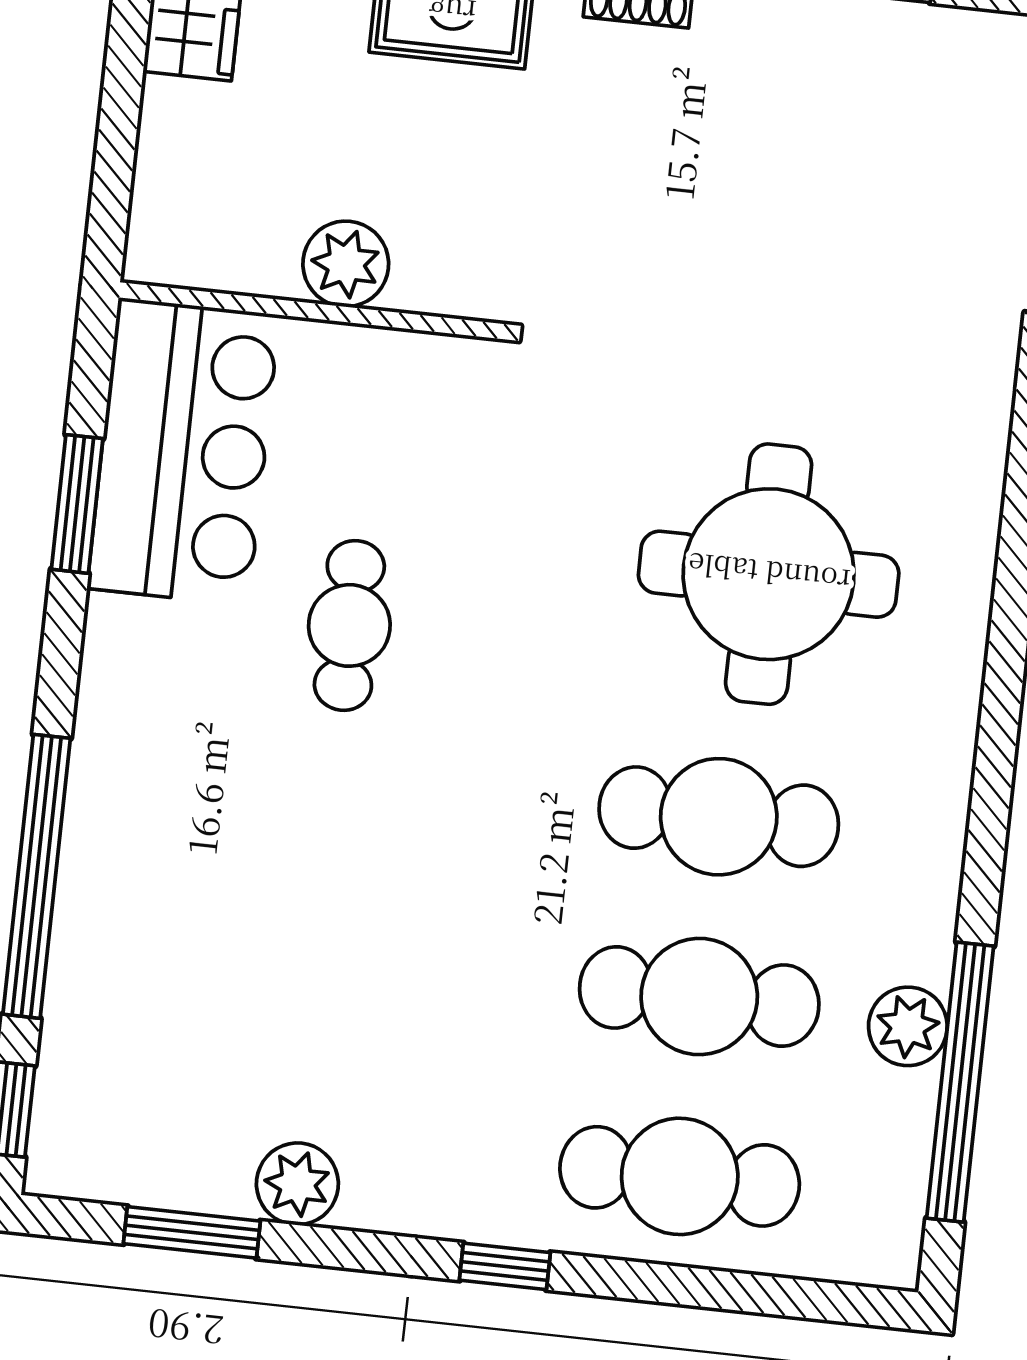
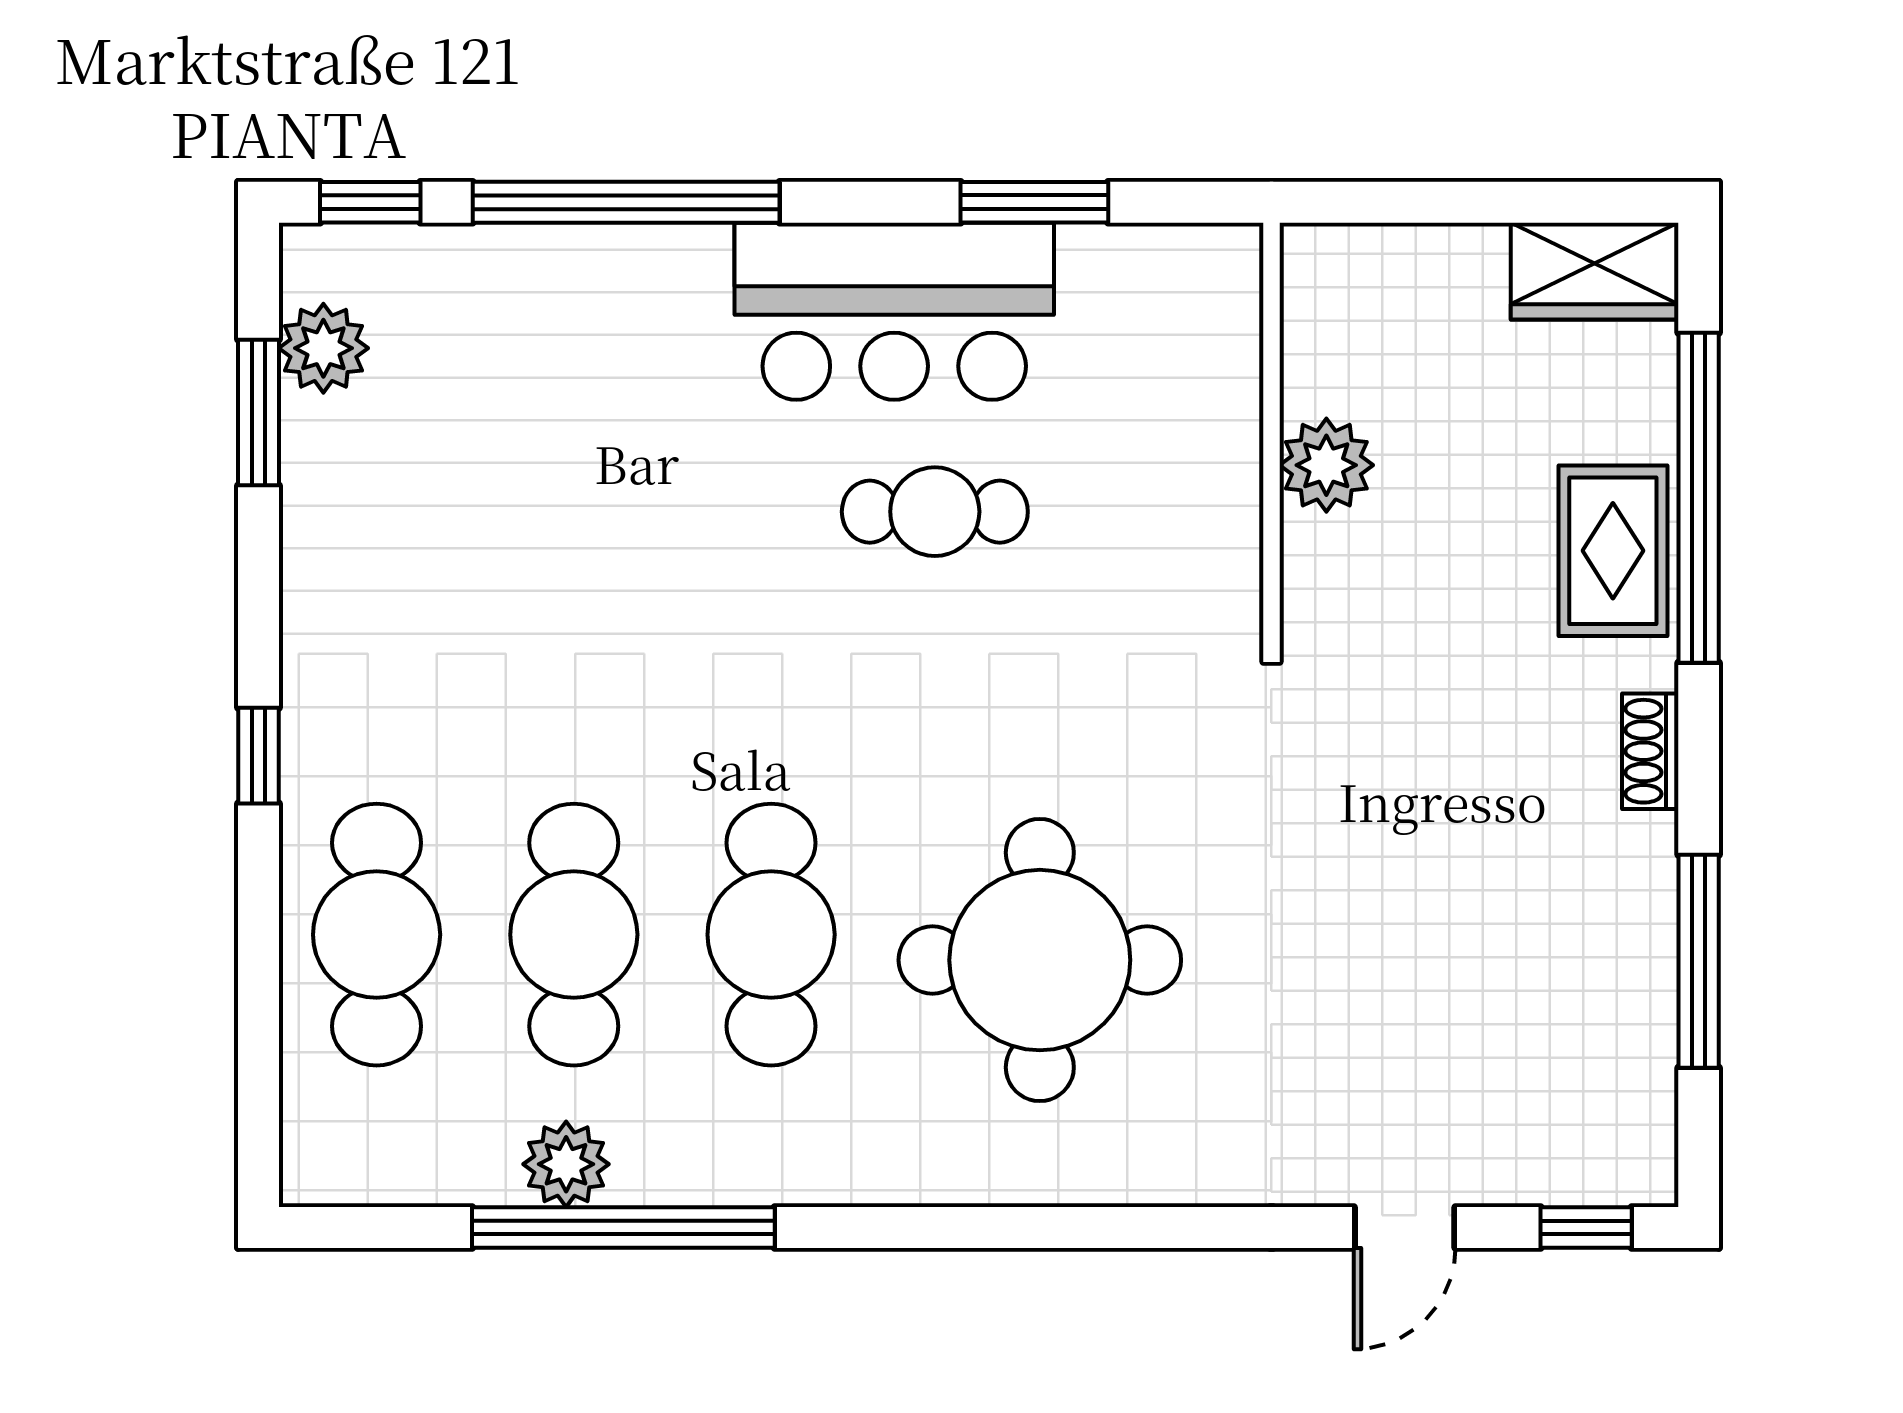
bar counter: (183, 452) -> (894, 311), moved
window: (960, 1082) -> (623, 1227), moved
plant: (297, 1184) -> (323, 348), moved

